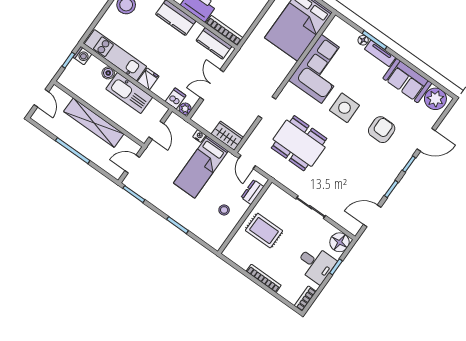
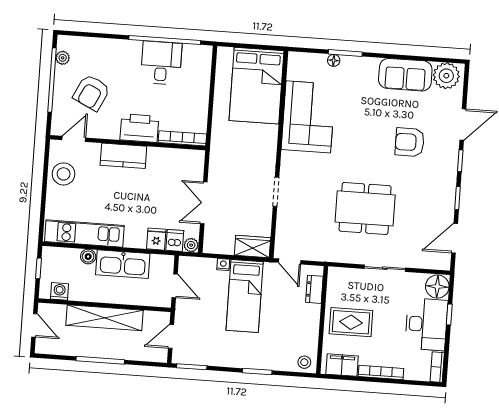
kitchen counter: (214, 43) -> (180, 159), removed
tv unit: (380, 53) -> (360, 63), removed
washing machine: (82, 56) -> (59, 291), moved, turned -90
fridge: (148, 79) -> (156, 239), moved
side table: (344, 108) -> (357, 143), removed
armchair: (382, 130) -> (410, 142), turned -90
dining table: (299, 143) -> (365, 208), moved
stool: (224, 210) -> (304, 362), moved
filing cabinet: (240, 257) -> (342, 365), added
desk: (316, 264) -> (426, 324), width x1.37

